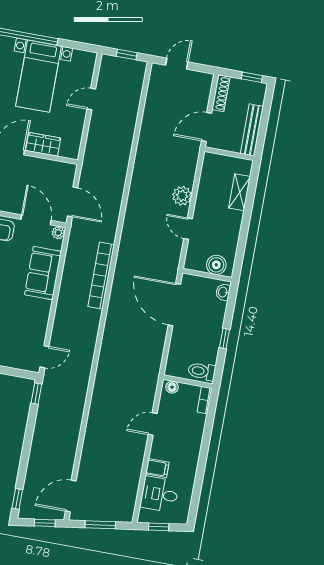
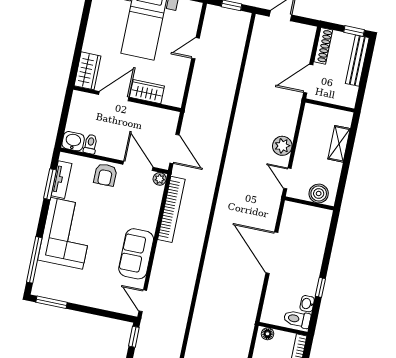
bench: (252, 130) -> (357, 61), moved
boiler: (216, 265) -> (319, 193), moved
sofa: (43, 273) -> (136, 254), moved
wall: (207, 275) -> (309, 203), moved
bookcase: (101, 276) -> (171, 209), moved, turned 180
washbasin: (223, 292) -> (307, 304), moved
door: (44, 357) -> (143, 301), swing flipped

